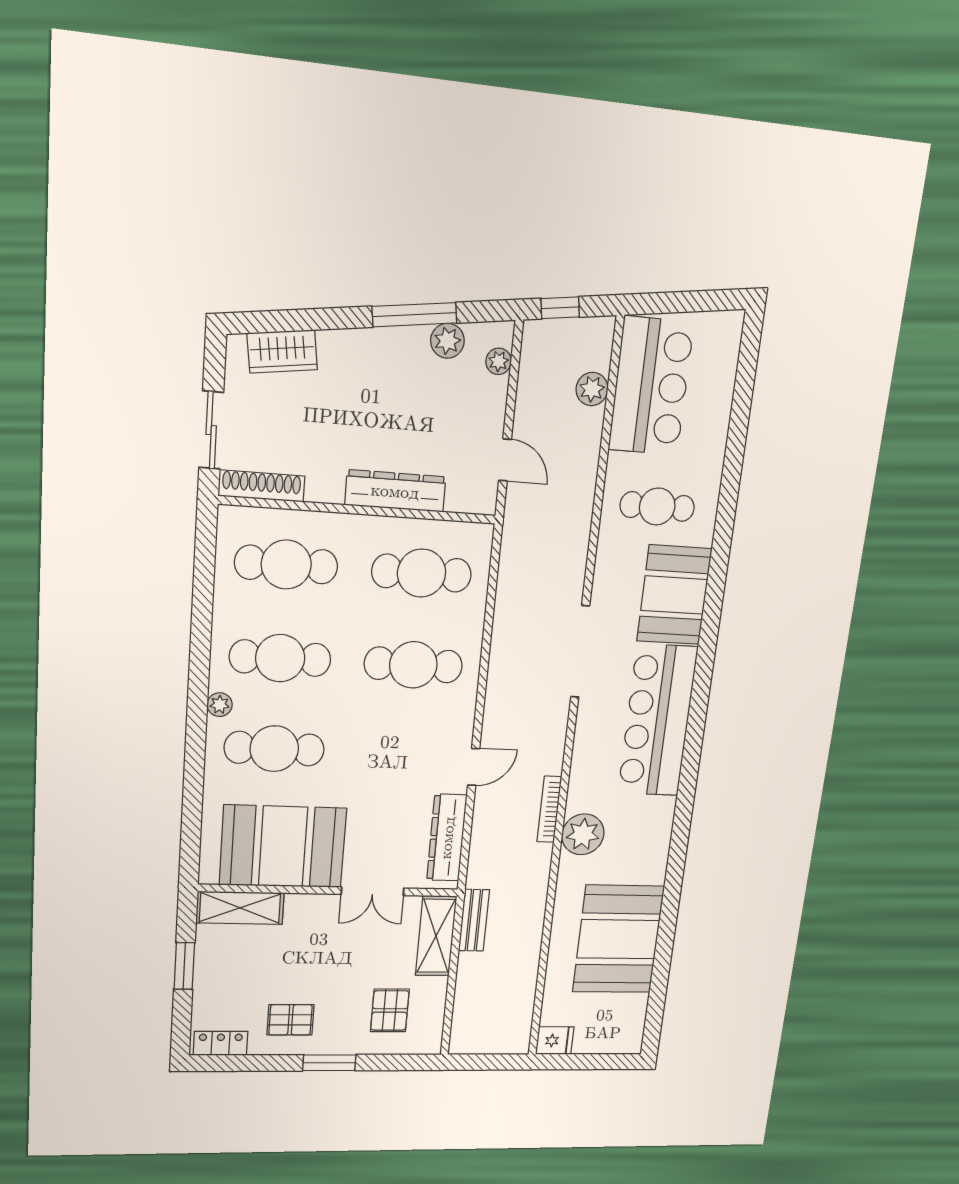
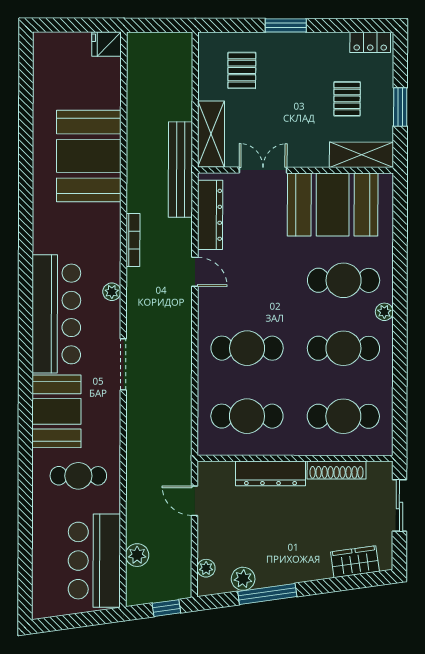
shoe rack: (262, 486) -> (337, 470), moved
doorway: (580, 652) -> (123, 364), width x0.73
door: (474, 767) -> (195, 272), swing flipped
plant: (583, 834) -> (112, 292), moved, width x0.53, depth x0.53
bench: (474, 920) -> (180, 170), width x1.86, depth x1.21
booth: (618, 939) -> (89, 156), moved
pallet: (290, 1020) -> (347, 99), moved, turned 90

